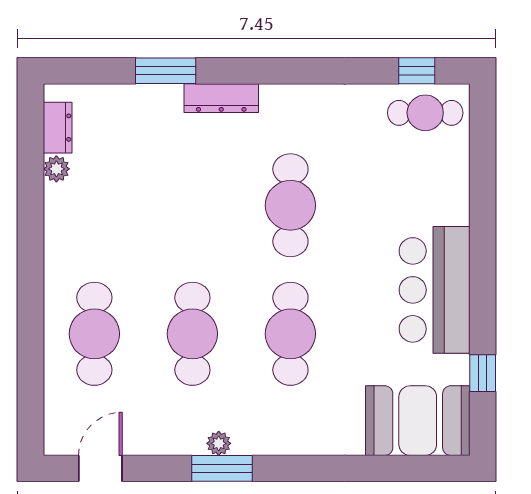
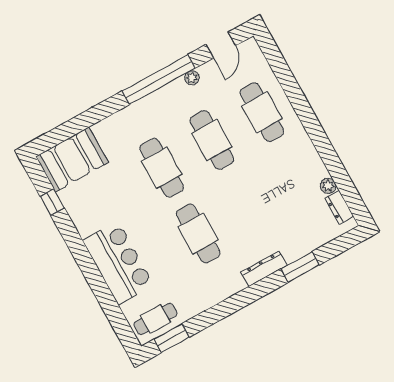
window: (417, 71) -> (172, 338), width x1.50
bar counter: (435, 290) -> (118, 263), moved
plant: (219, 443) -> (192, 78), moved
window: (222, 468) -> (159, 80), width x2.11

